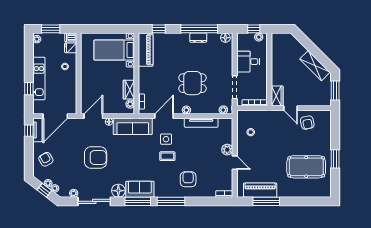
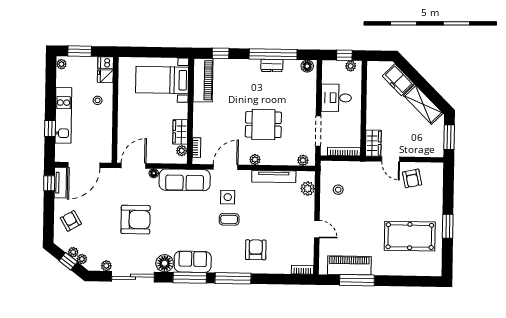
freezer: (295, 47) -> (398, 80), added
plant: (227, 150) -> (308, 189), moved

